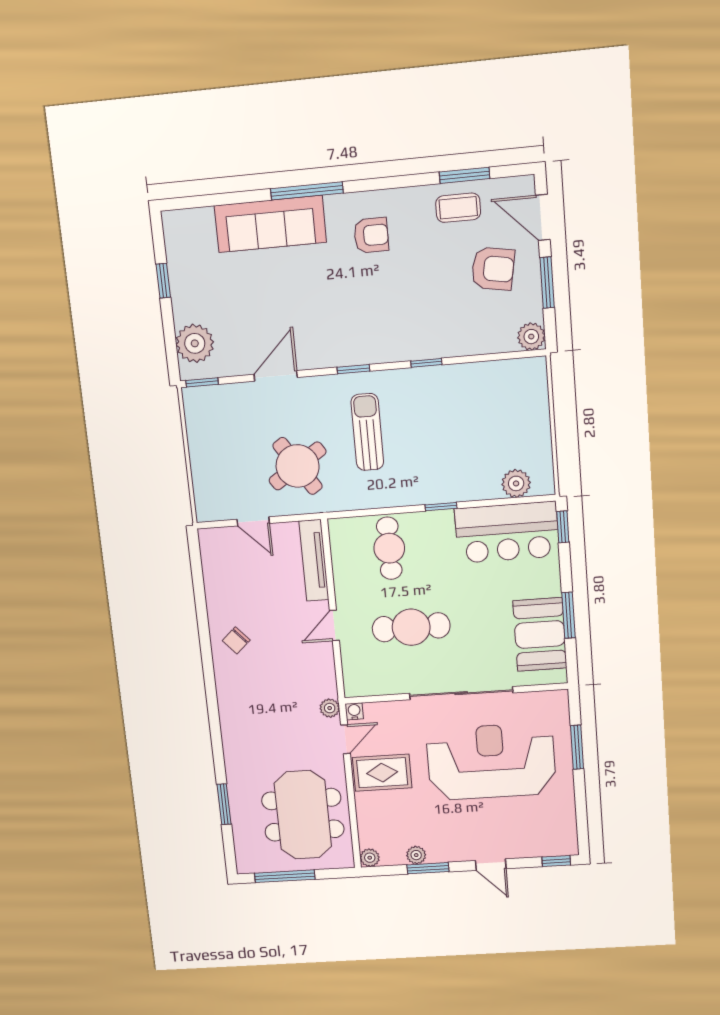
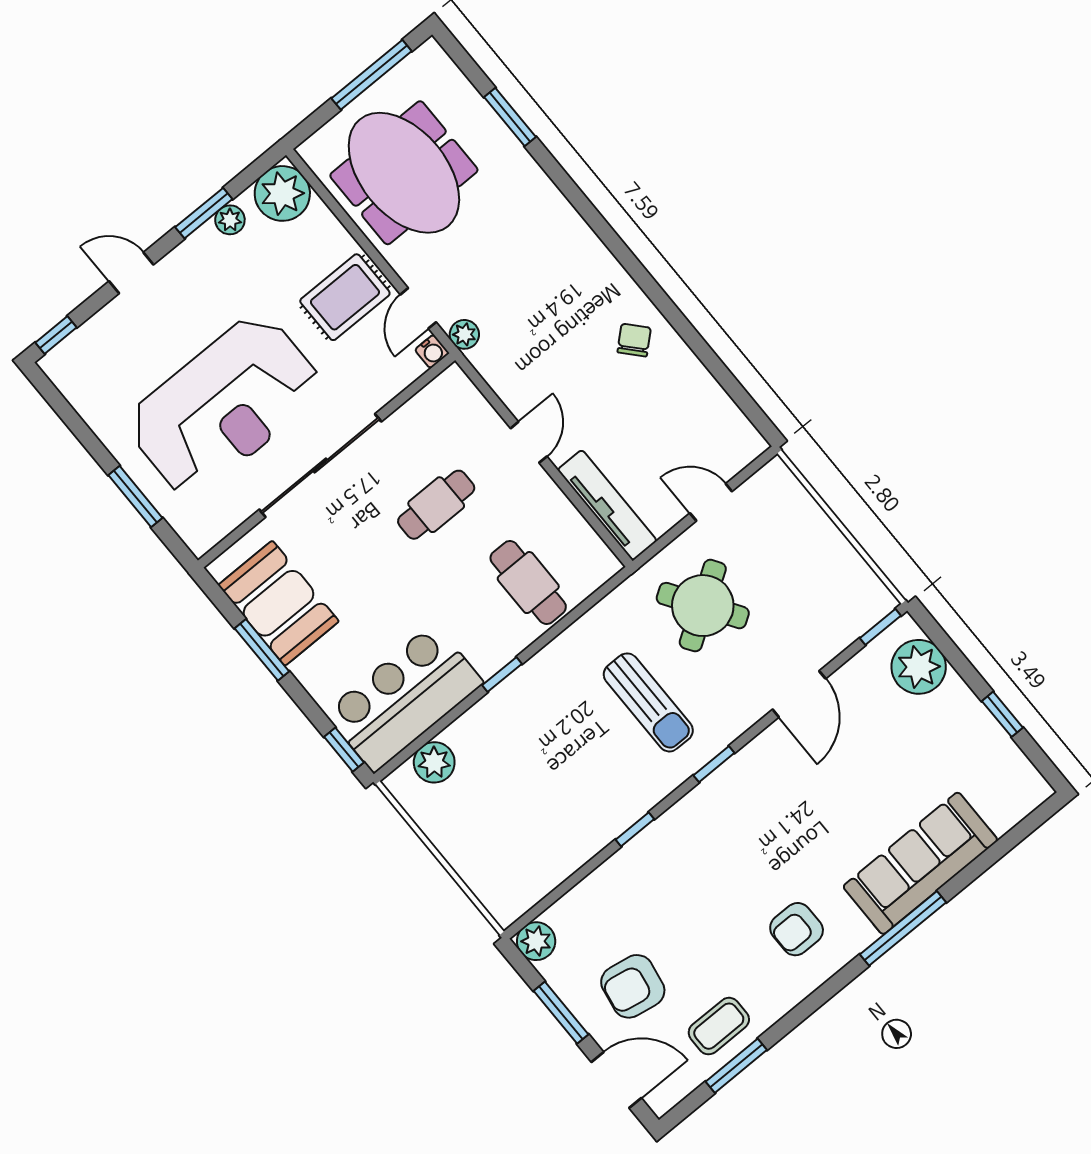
cafe table: (411, 627) -> (436, 505), width x0.73, depth x0.74
plant: (370, 858) -> (282, 193), width x1.87, depth x1.87

